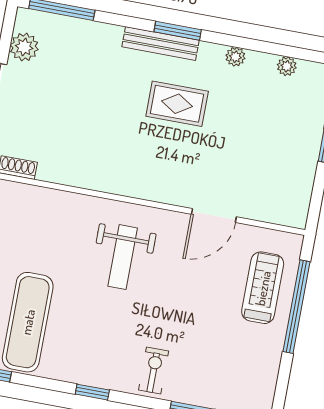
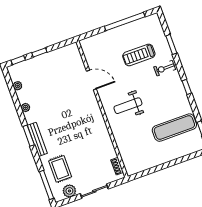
rug: (177, 104) -> (60, 169), moved
weight bench: (123, 257) -> (128, 106), turned 180
treadmill: (263, 288) -> (139, 55), moved
window: (297, 307) -> (125, 22), moved

